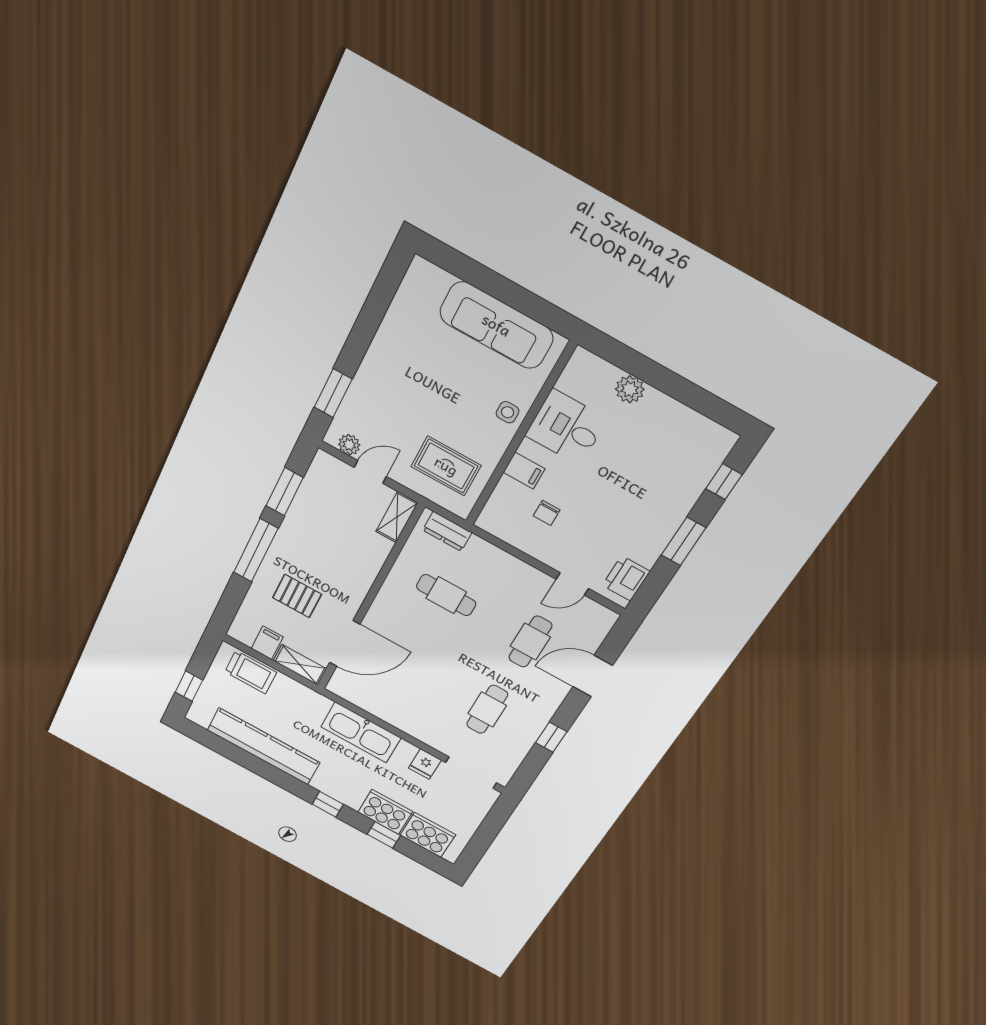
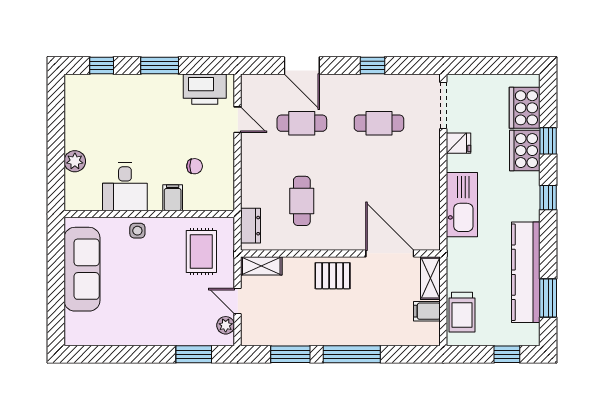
printer: (626, 578) -> (205, 89), width x1.37, depth x1.19
pallet: (297, 596) -> (333, 276), moved, turned 90
trolley: (251, 672) -> (462, 312), turned 180
window: (228, 750) -> (548, 298), added

